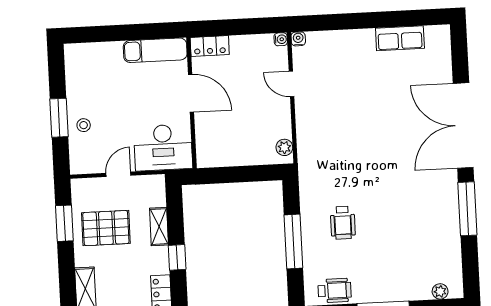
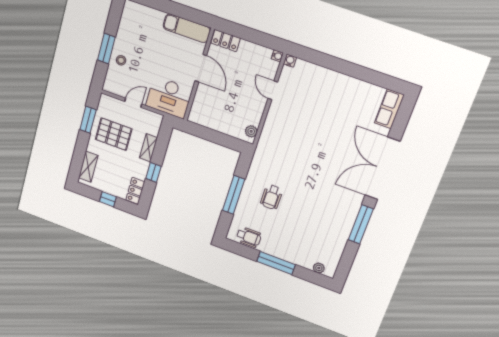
row of seats: (400, 38) -> (389, 109), moved, turned 90

